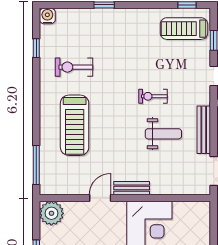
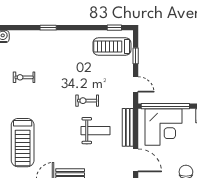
exercise bike: (74, 67) -> (24, 77), width x0.73, depth x0.72
treadmill: (75, 125) -> (23, 143), moved

